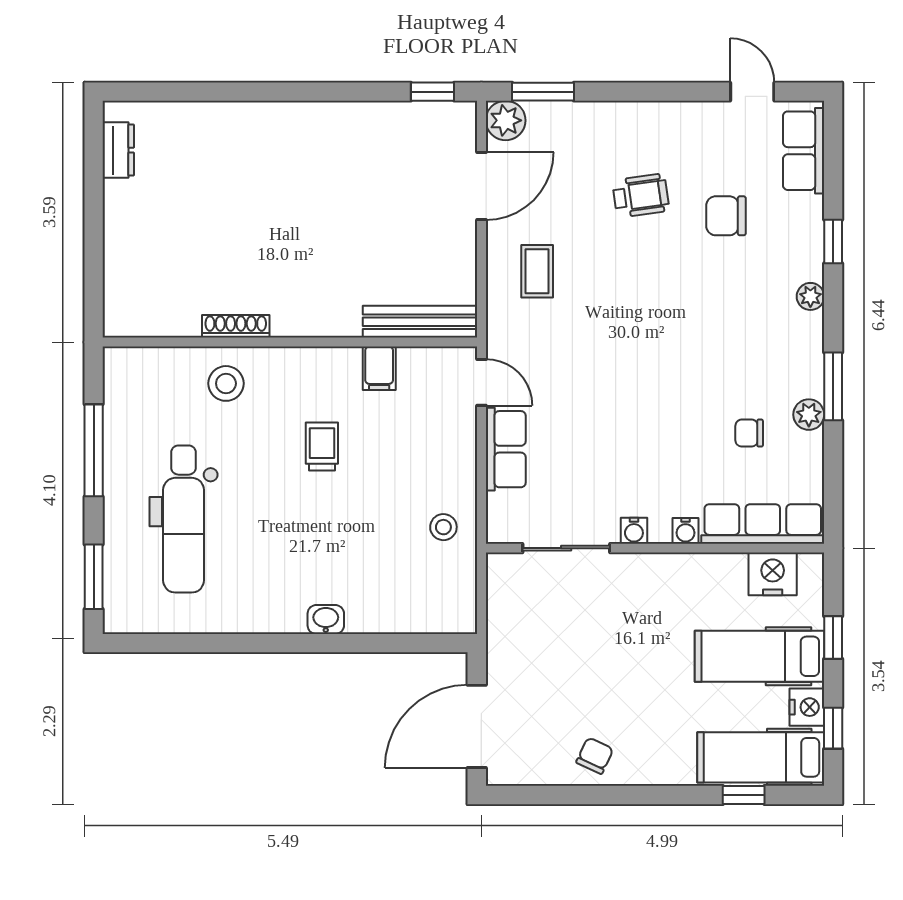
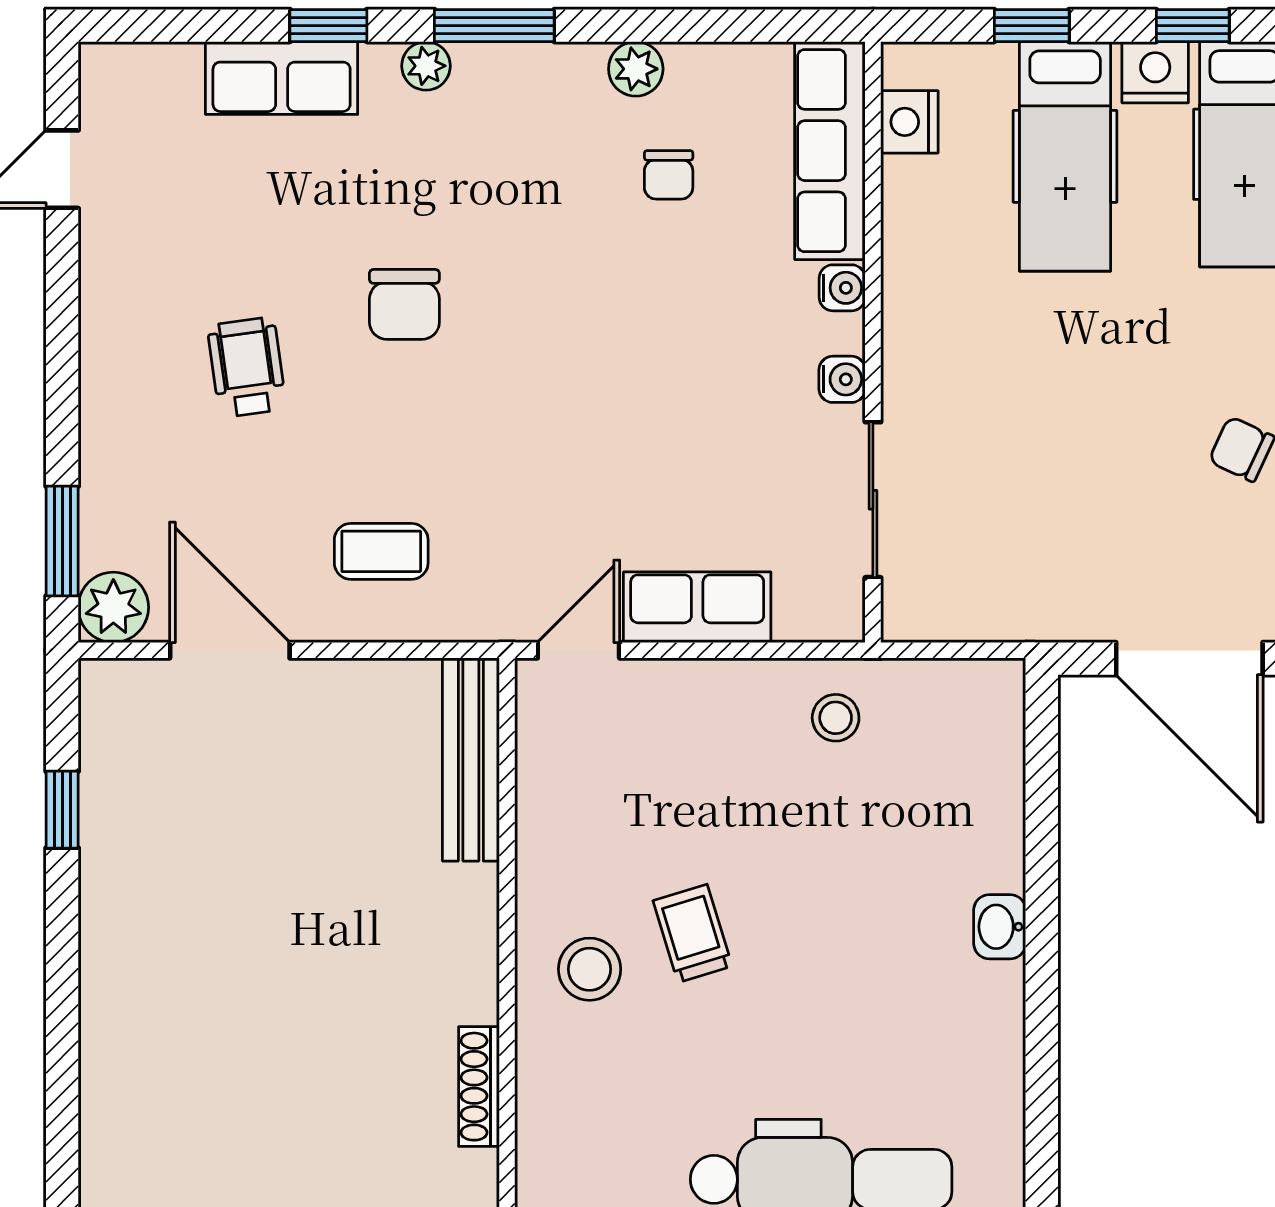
window: (433, 92) -> (62, 810), moved
row of seats: (804, 151) -> (282, 78), moved
chair: (726, 216) -> (404, 304), moved
filing cabinet: (379, 368) -> (554, 832), removed
stool: (226, 383) -> (590, 969), moved
window: (833, 386) -> (494, 26), moved
trolley: (322, 447) -> (693, 933), turned 73
nightstand: (773, 574) -> (909, 122), width x0.74, depth x0.75

